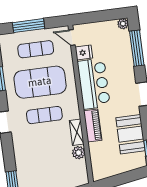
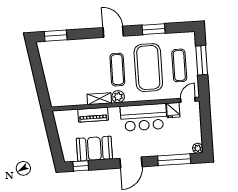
piano: (93, 126) -> (93, 115), moved
plant: (79, 153) -> (118, 97), moved

